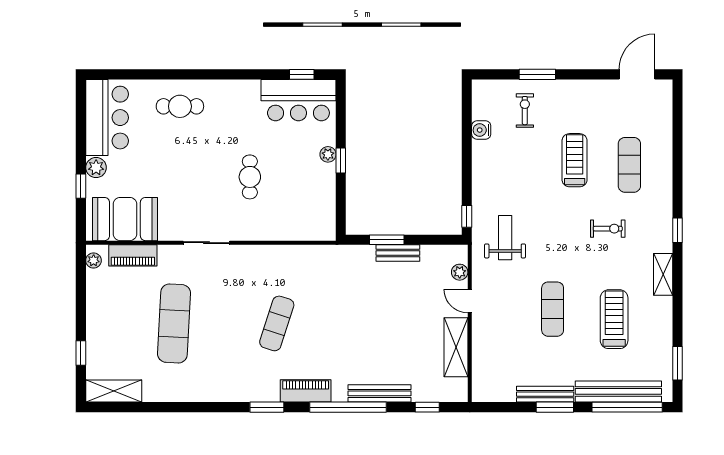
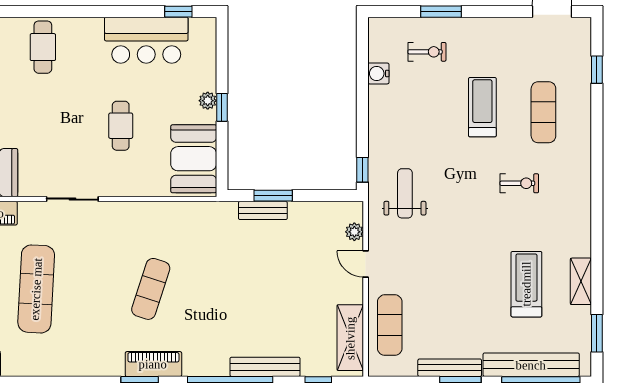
bar counter: (298, 100) -> (146, 40), moved
cafe table: (180, 106) -> (43, 47), turned 90
exercise bike: (525, 111) -> (427, 52), turned 90
booth: (315, 207) -> (194, 159), added
window: (677, 230) -> (597, 70), moved
bench: (398, 253) -> (263, 210), moved
shelving: (663, 274) -> (581, 281), moved
exercise mat: (553, 309) -> (390, 325), moved
shelving: (456, 347) -> (350, 338), moved
piano: (306, 391) -> (153, 364), moved

